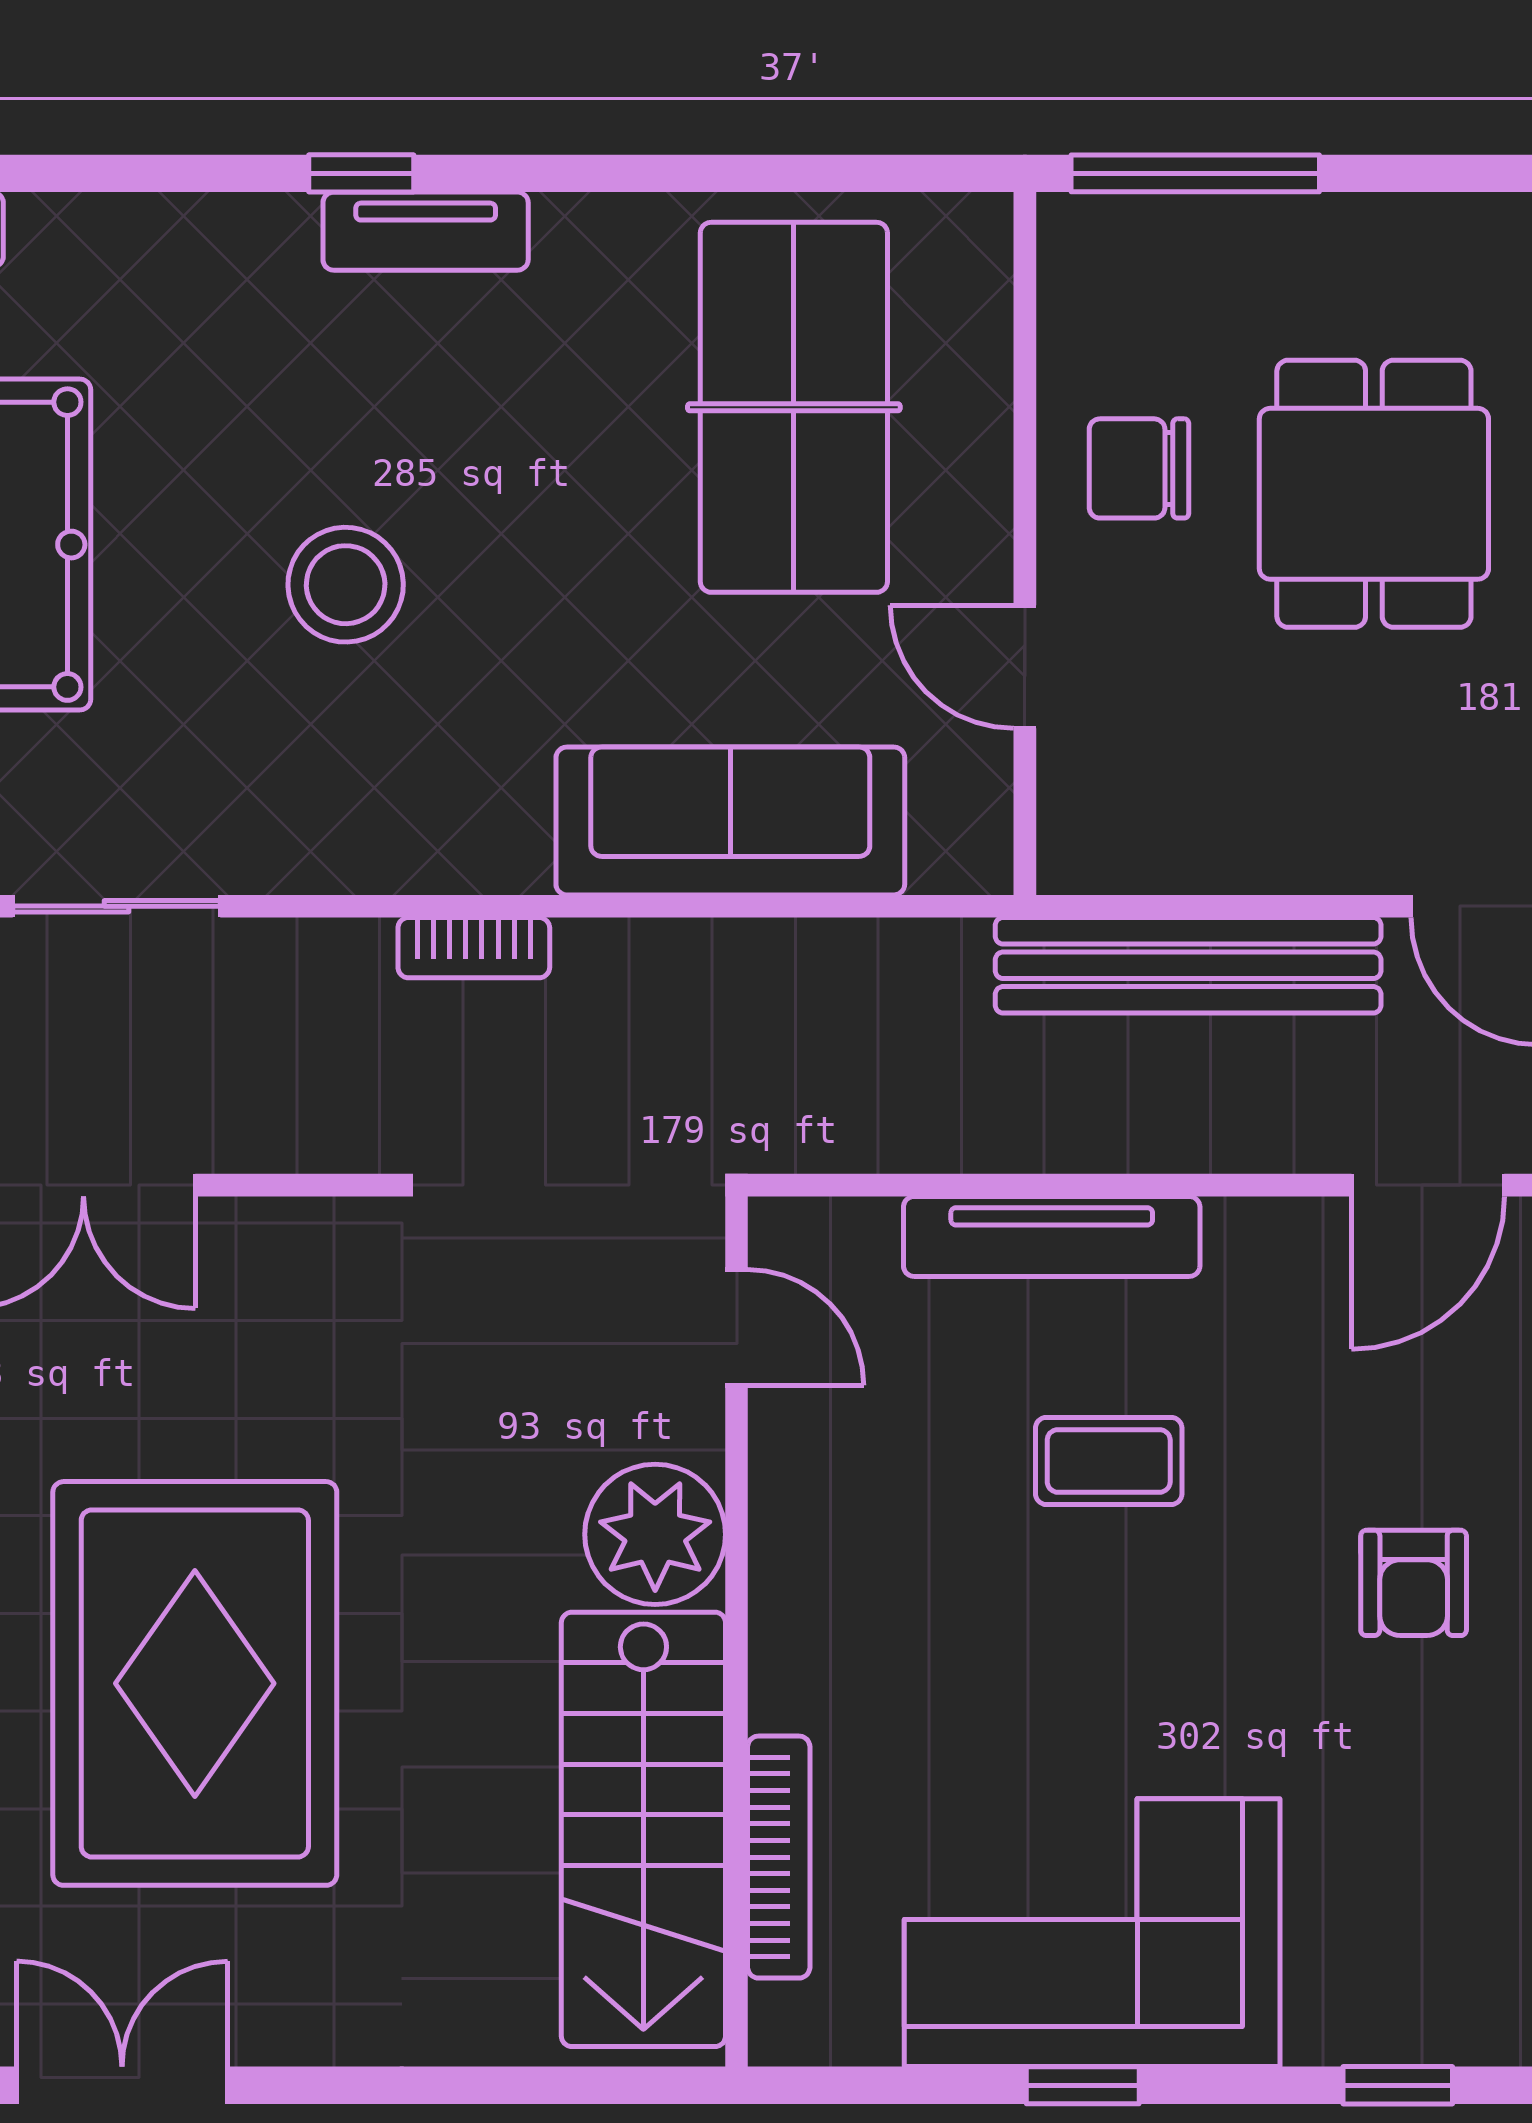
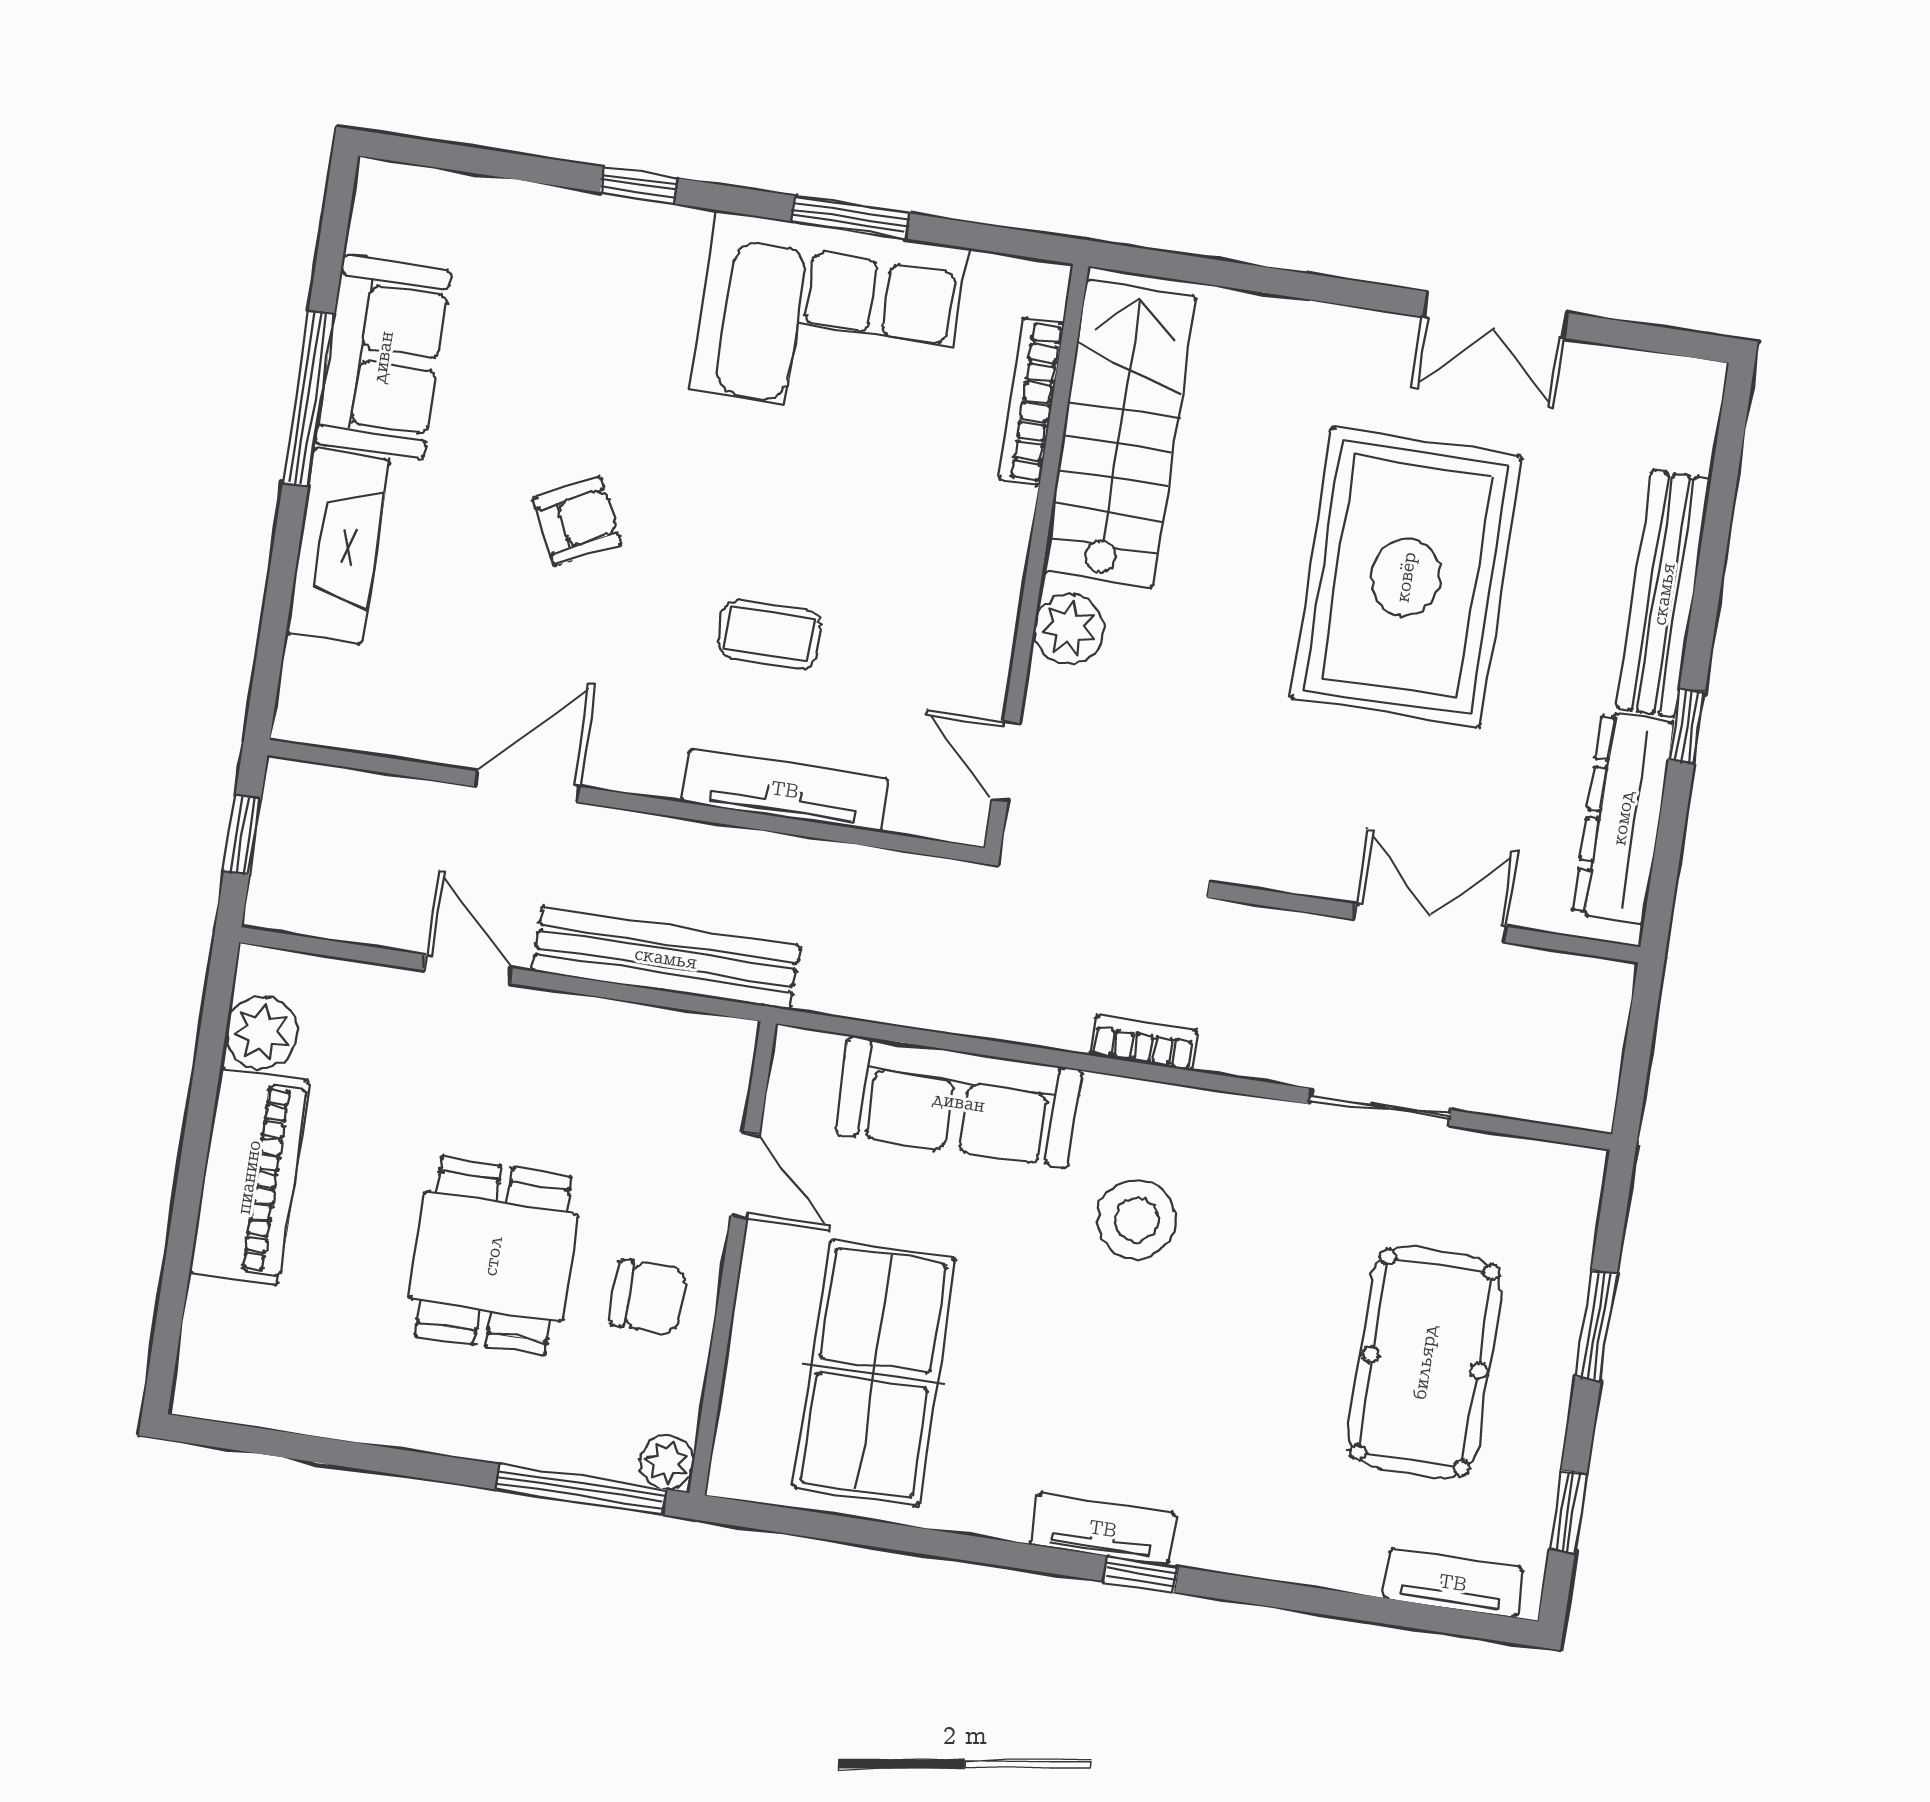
plant: (1076, 232) -> (667, 1462), added
stool: (346, 585) -> (1136, 1220), moved
plant: (655, 1534) -> (1069, 629), width x0.73, depth x0.73
armchair: (1414, 1583) -> (577, 521), turned 64
window: (1083, 2085) -> (850, 217), width x1.50

